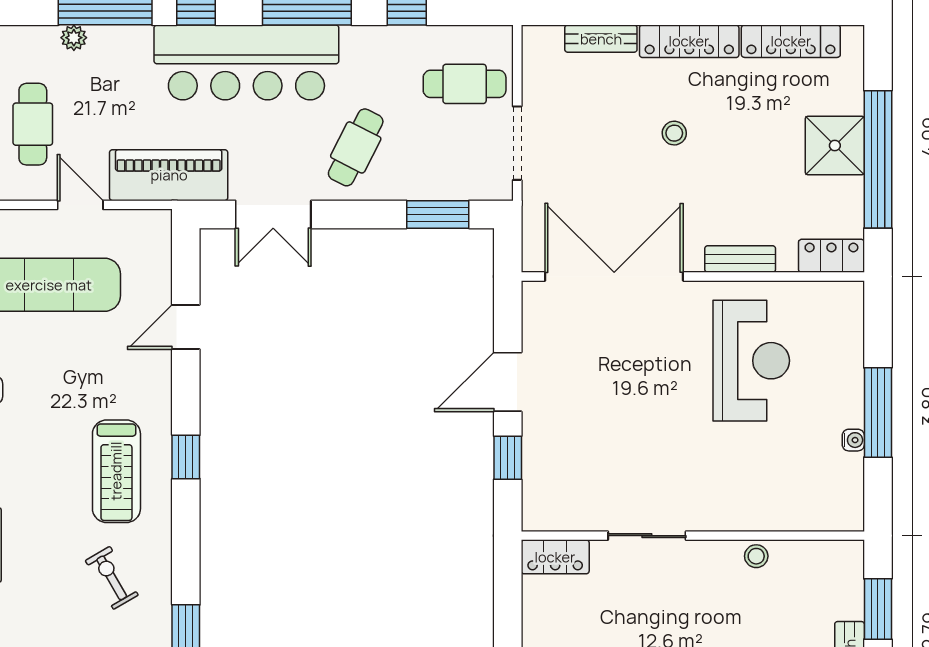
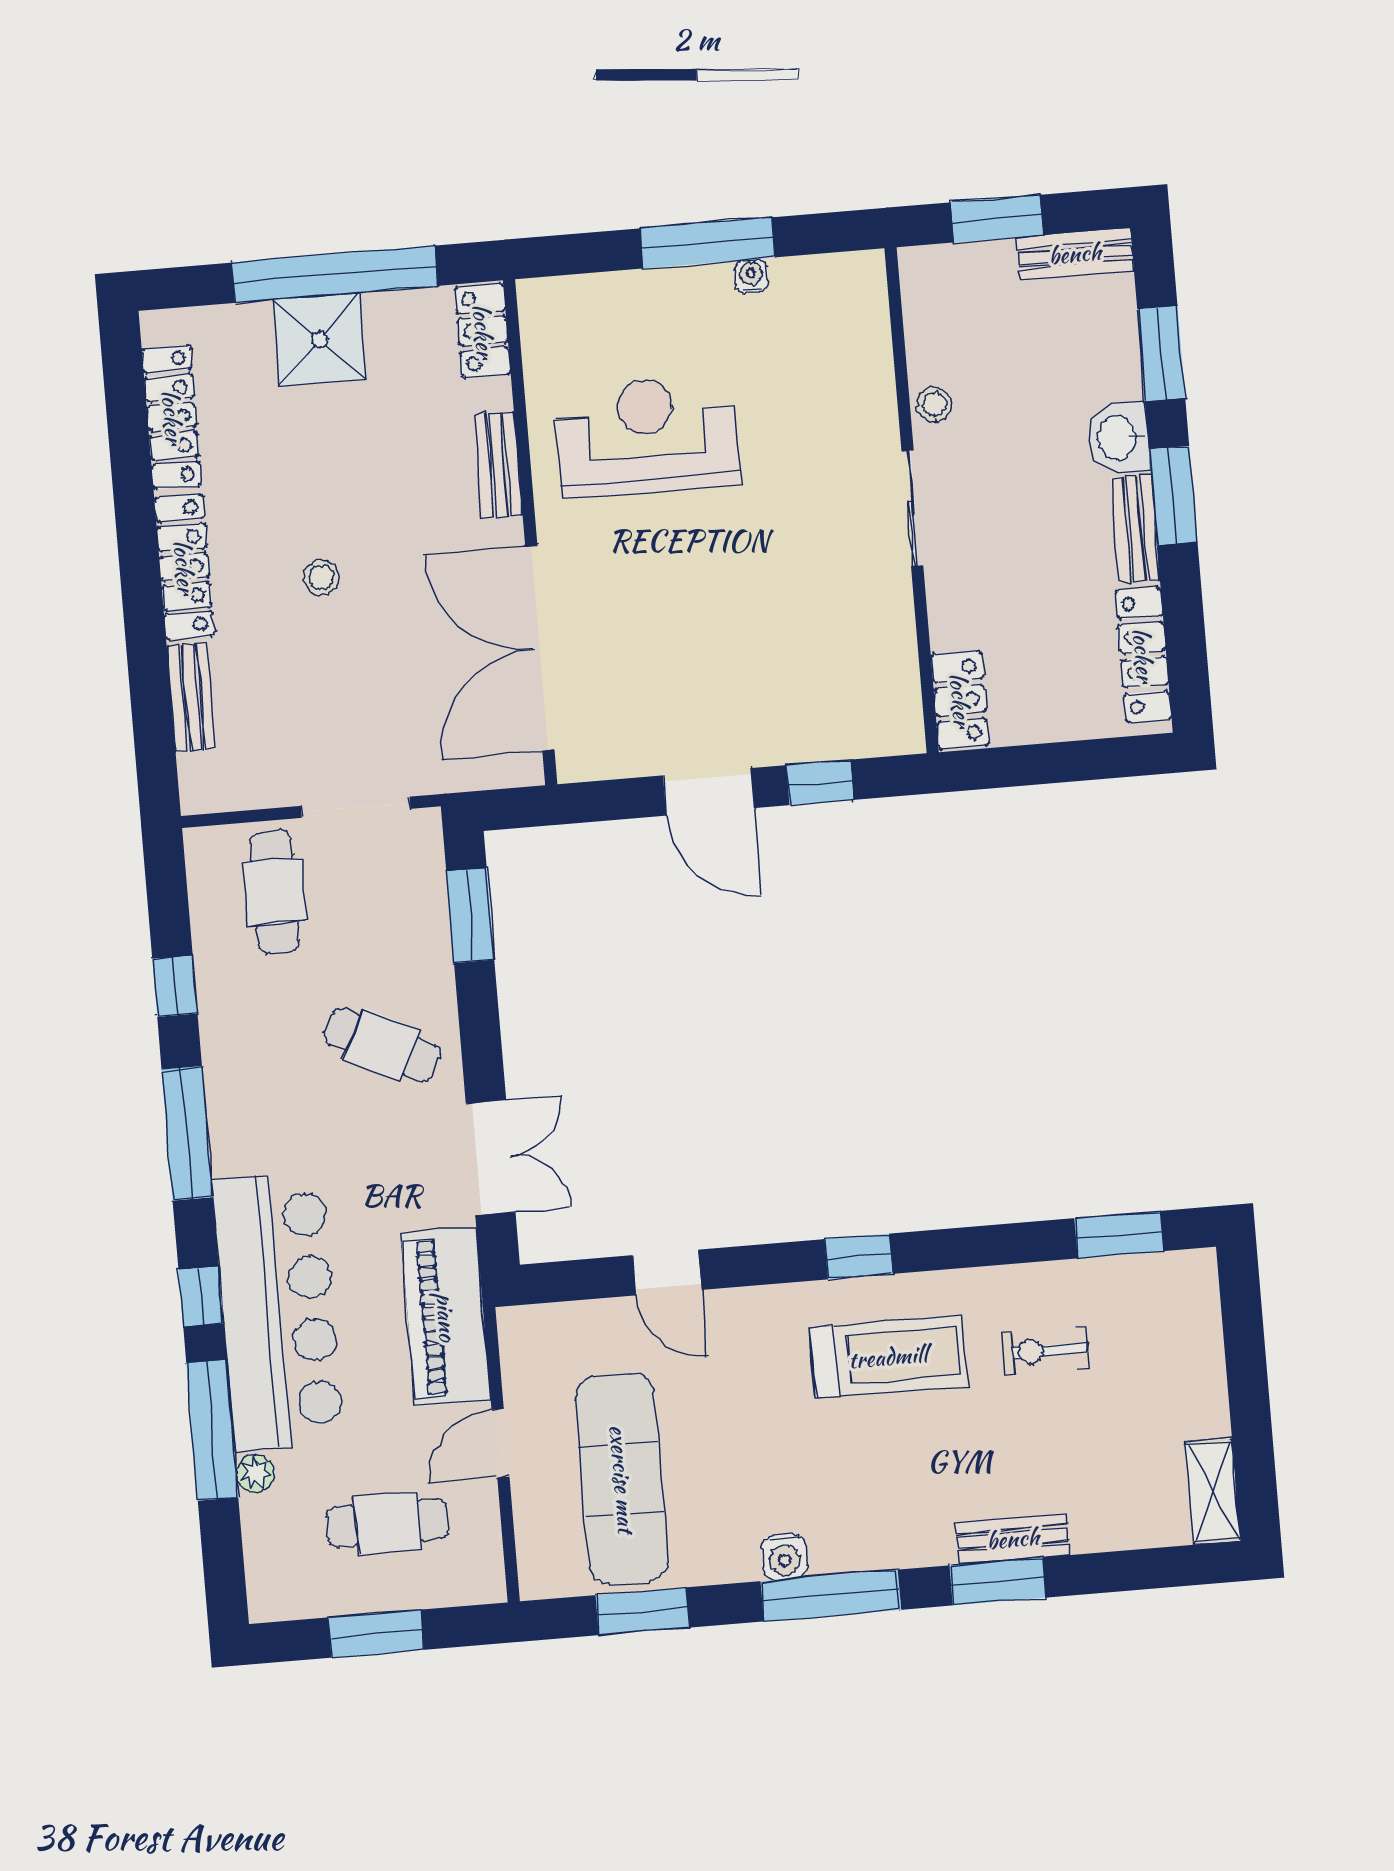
bar counter: (246, 62) -> (278, 1311), moved
sliding door: (647, 536) -> (912, 508), moved
exercise bike: (112, 578) -> (1046, 1351), turned 30

